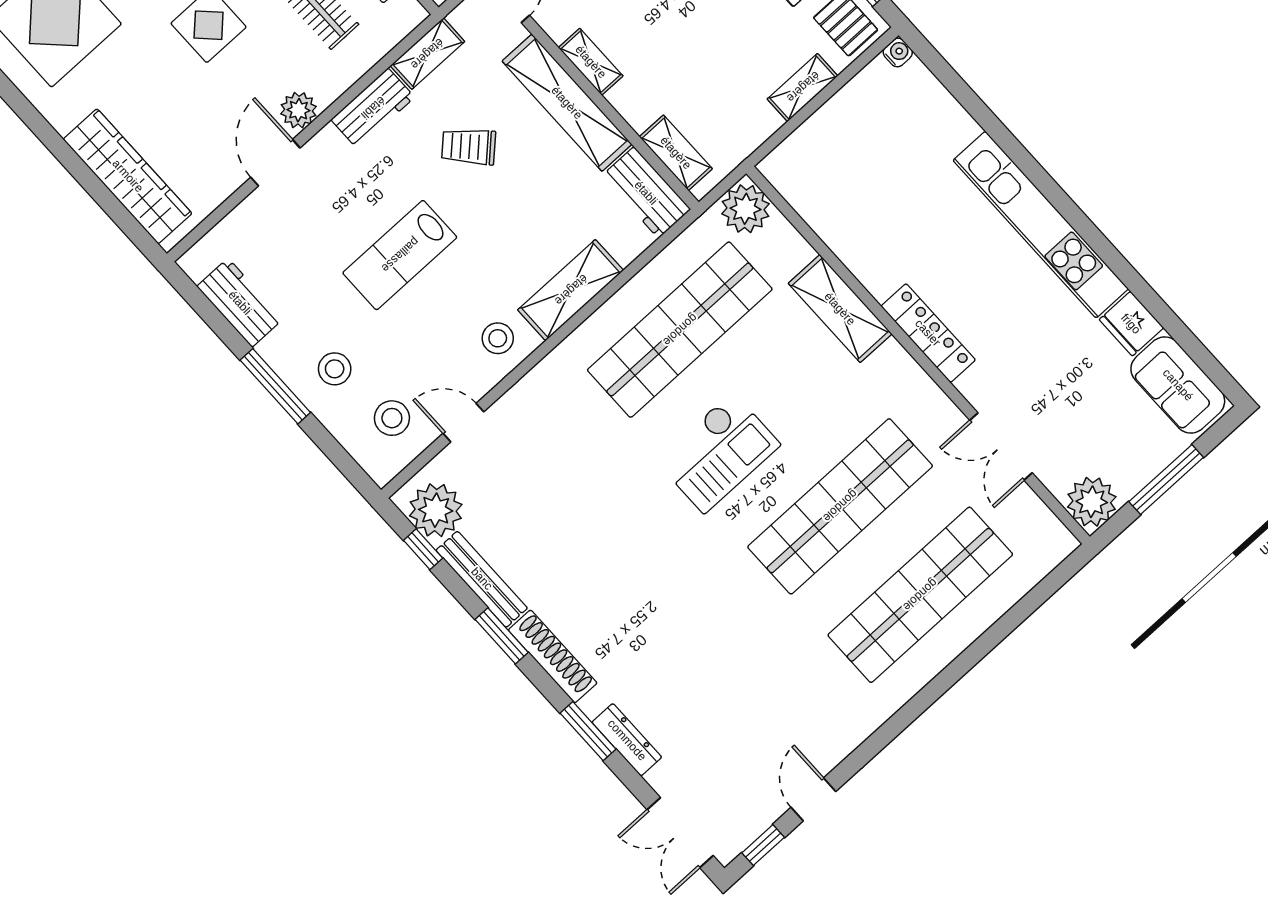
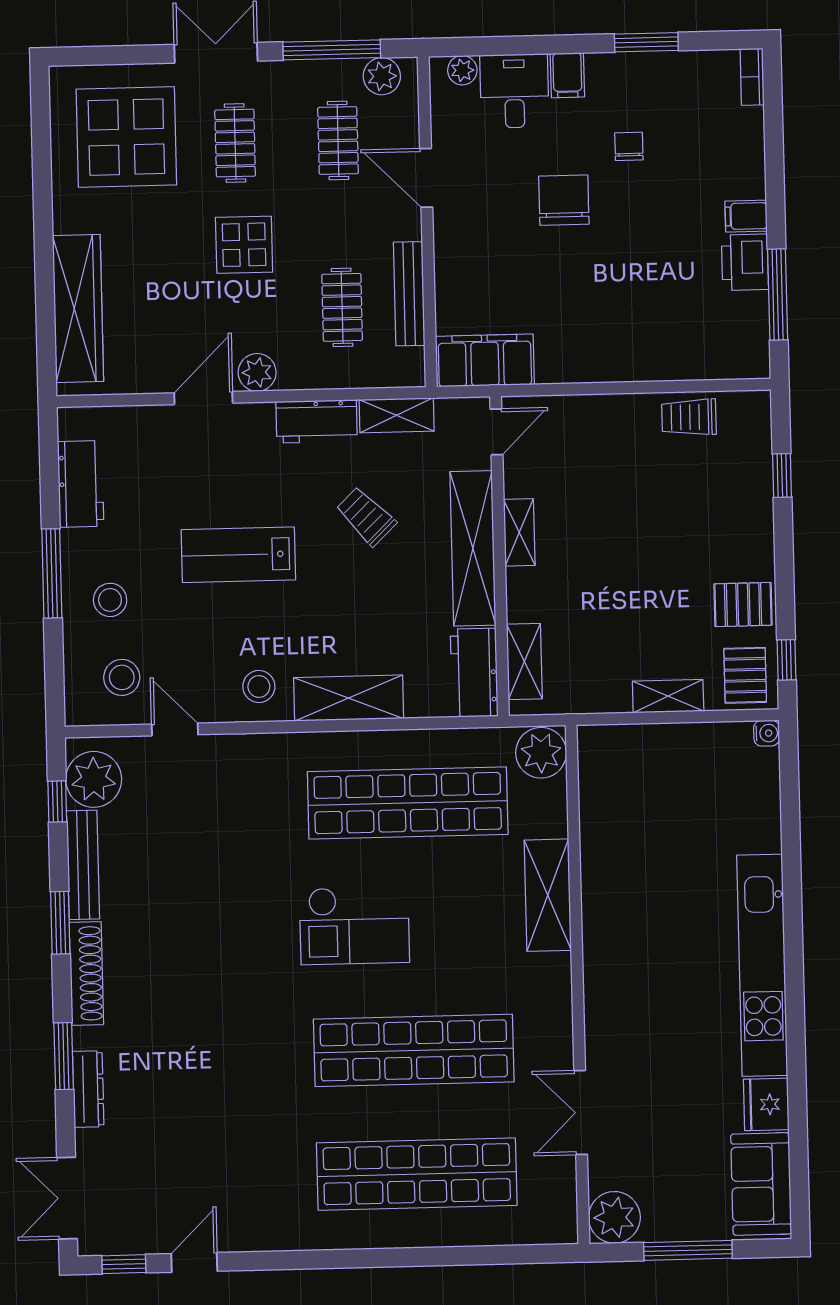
locker: (928, 333) -> (600, 974), removed

